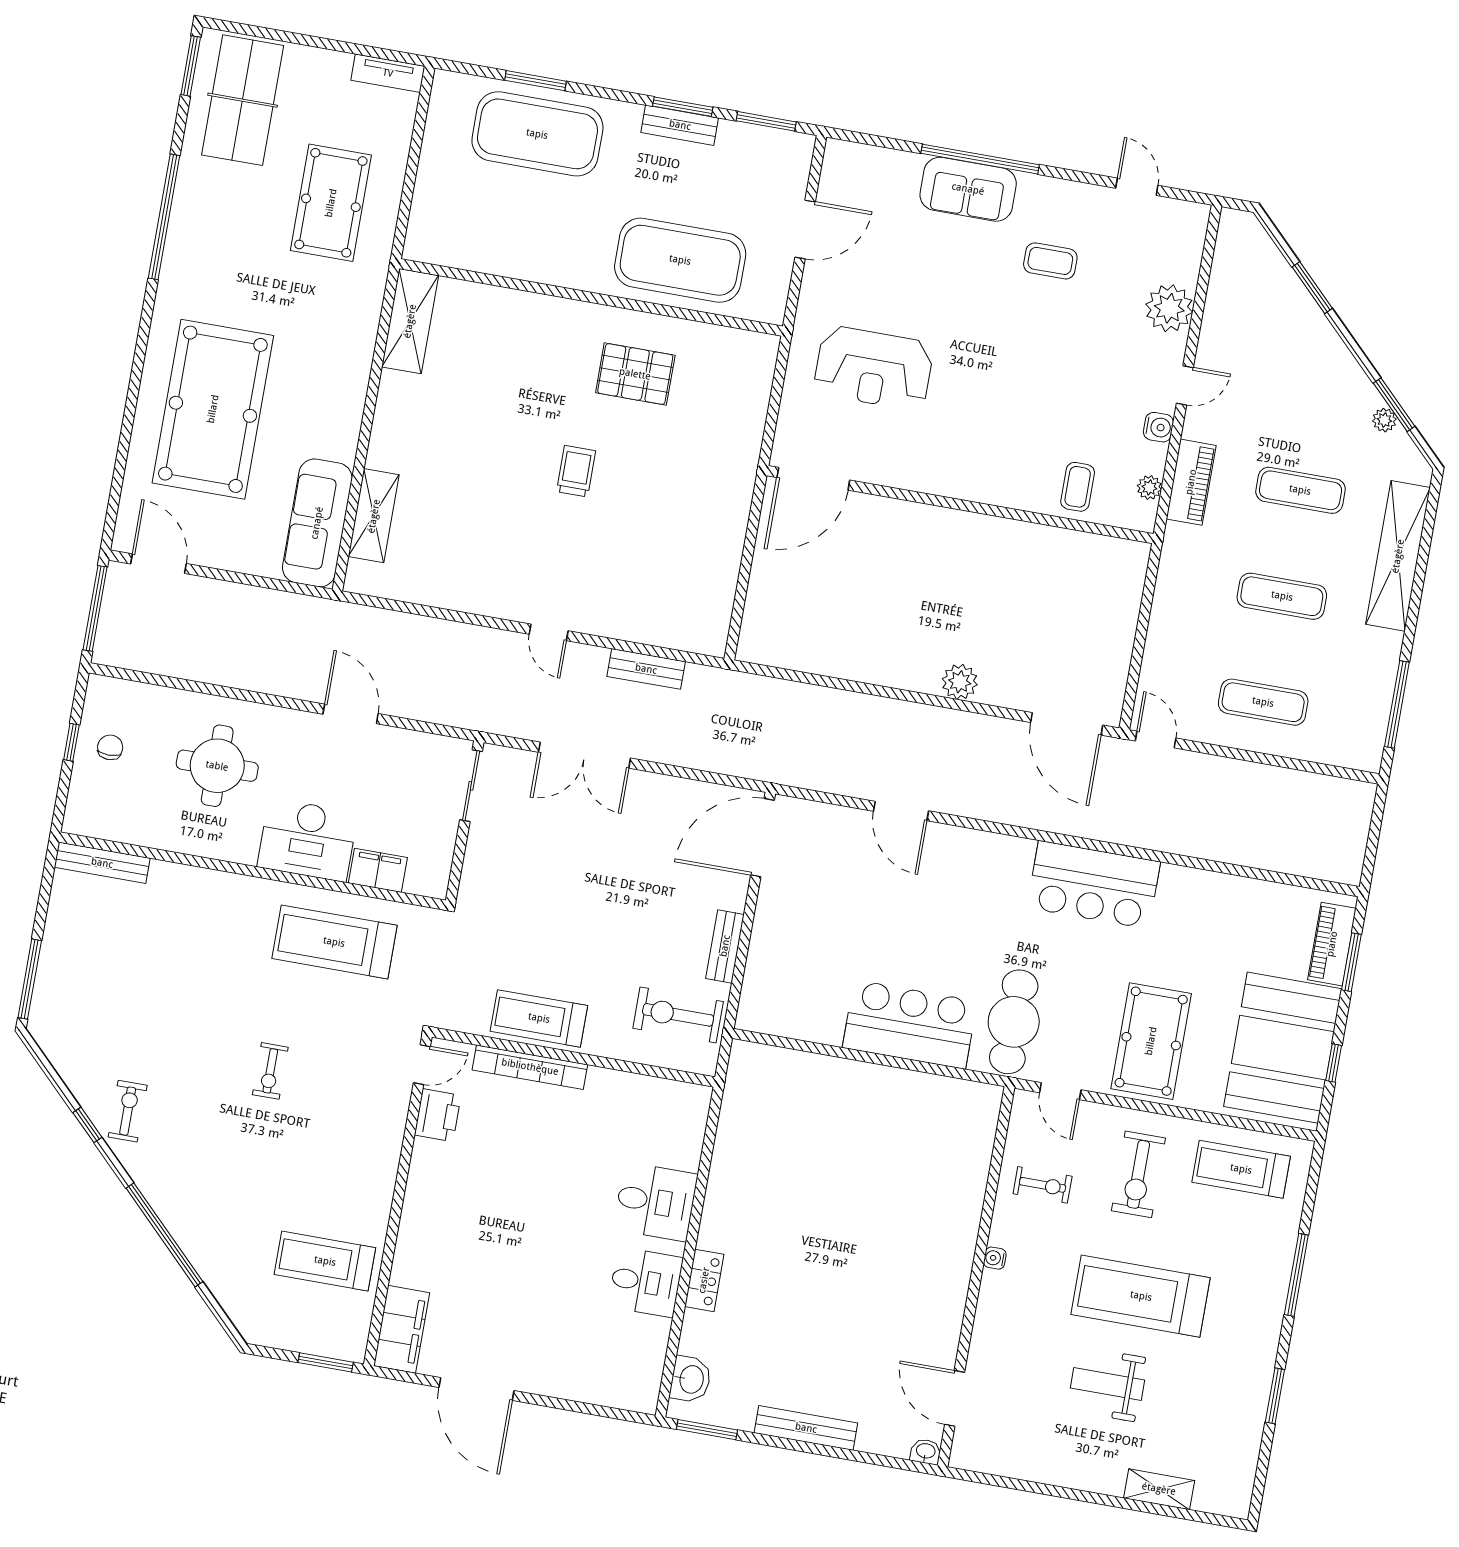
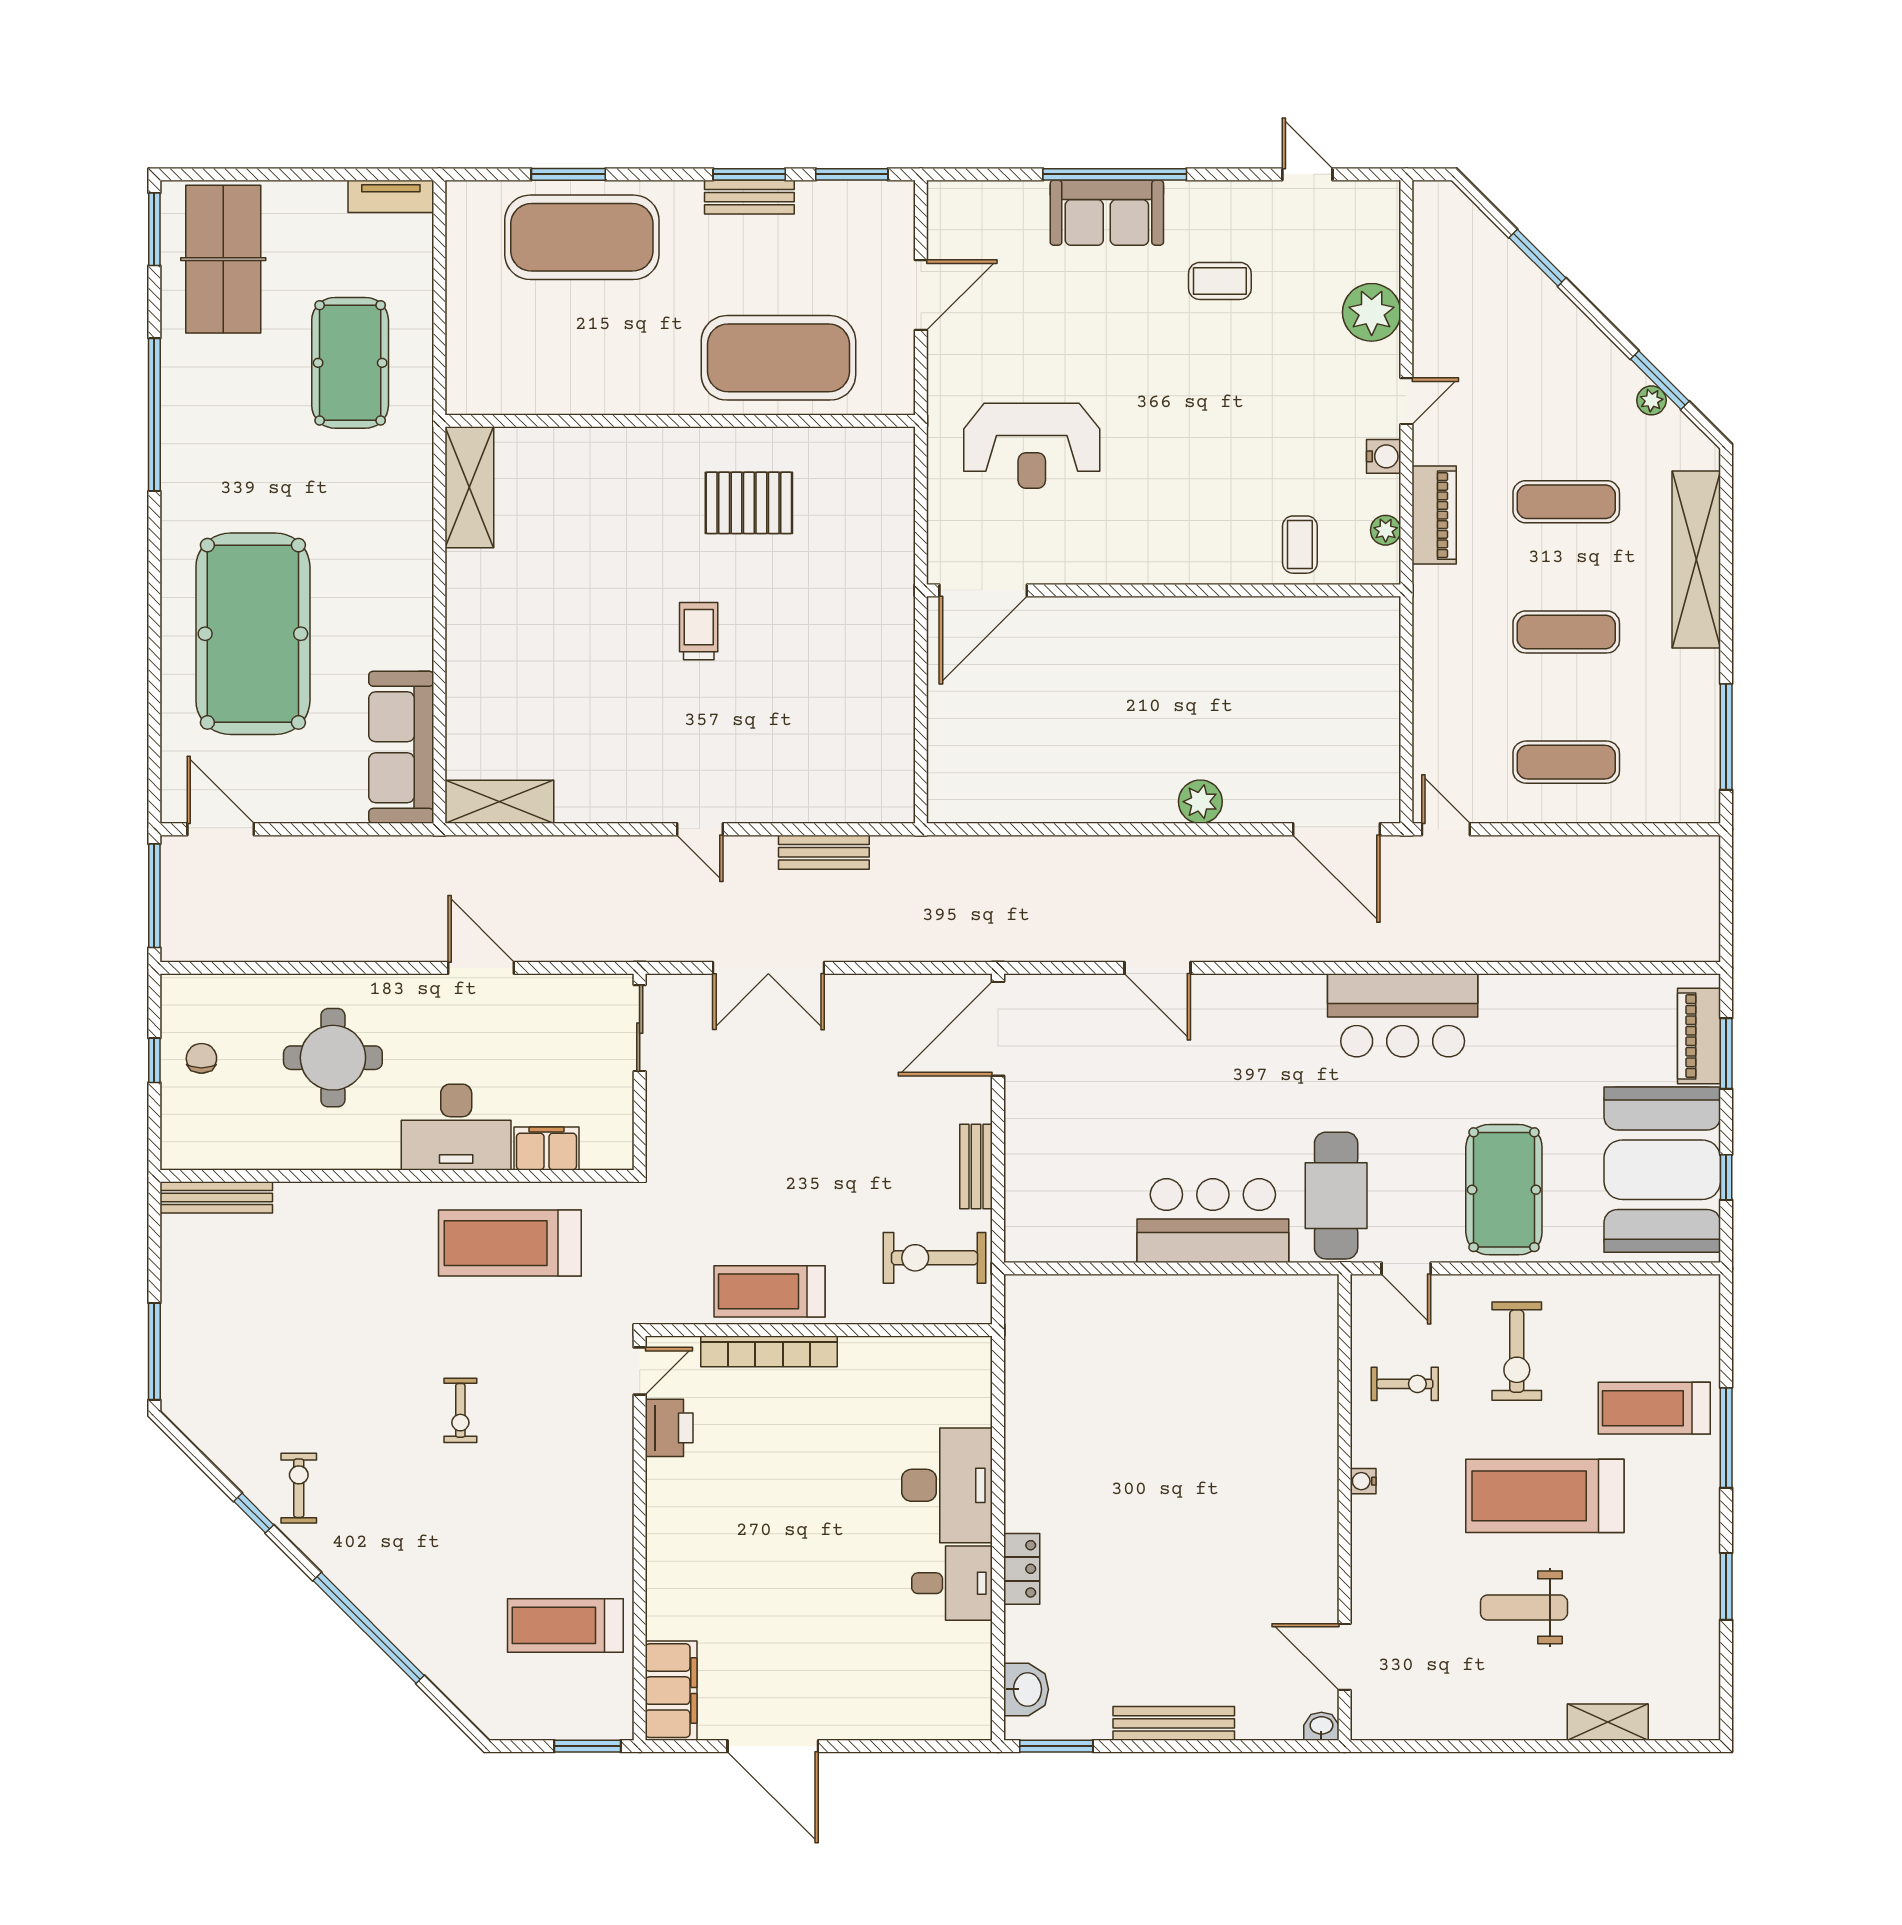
shelving: (374, 516) -> (499, 802), moved, turned 90
treadmill: (1241, 1169) -> (1654, 1408), moved
desk: (656, 1202) -> (947, 1485), width x1.37

